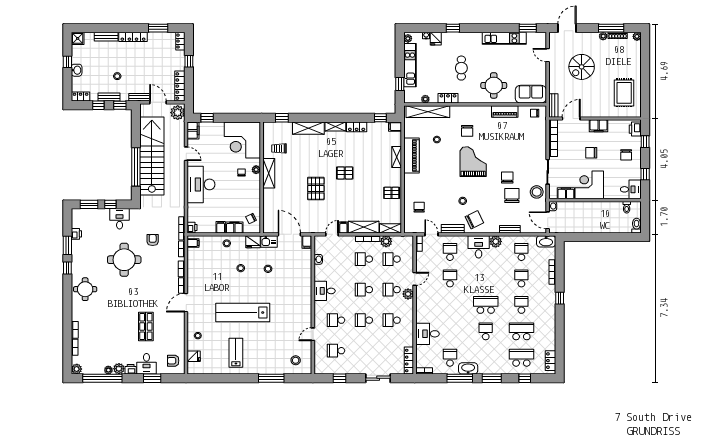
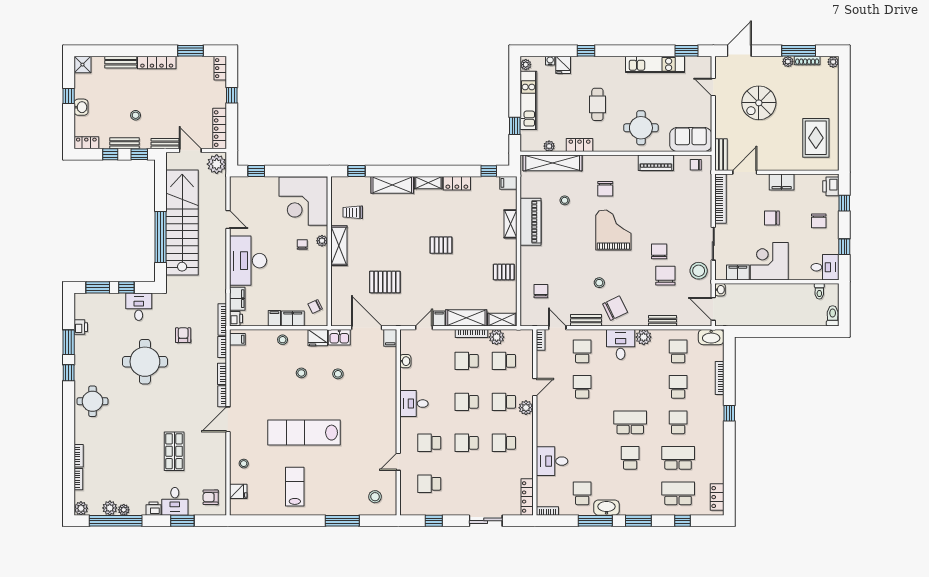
filing cabinet: (193, 130) -> (237, 299), moved
pallet: (316, 189) -> (385, 282), moved, turned 90
plant: (119, 369) -> (110, 508), moved

